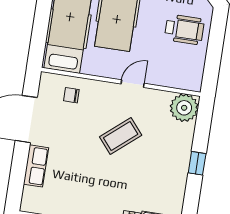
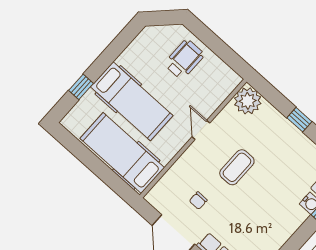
chair: (71, 95) -> (198, 201), moved
coffee table: (121, 136) -> (237, 167), turned 40

